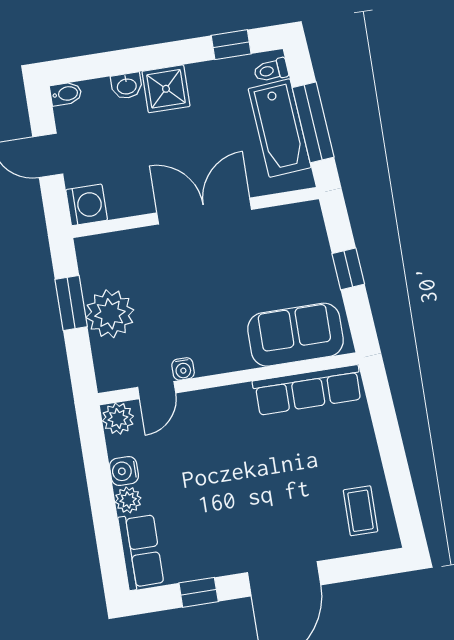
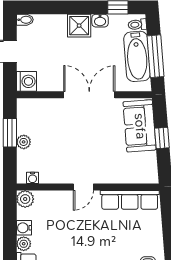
washbasin: (127, 86) -> (100, 21), moved
plant: (110, 314) -> (24, 142), width x0.53, depth x0.53
sofa: (295, 335) -> (140, 126), moved, turned -94
water cooler: (183, 369) -> (33, 178), moved
door: (157, 390) -> (83, 187), moved

